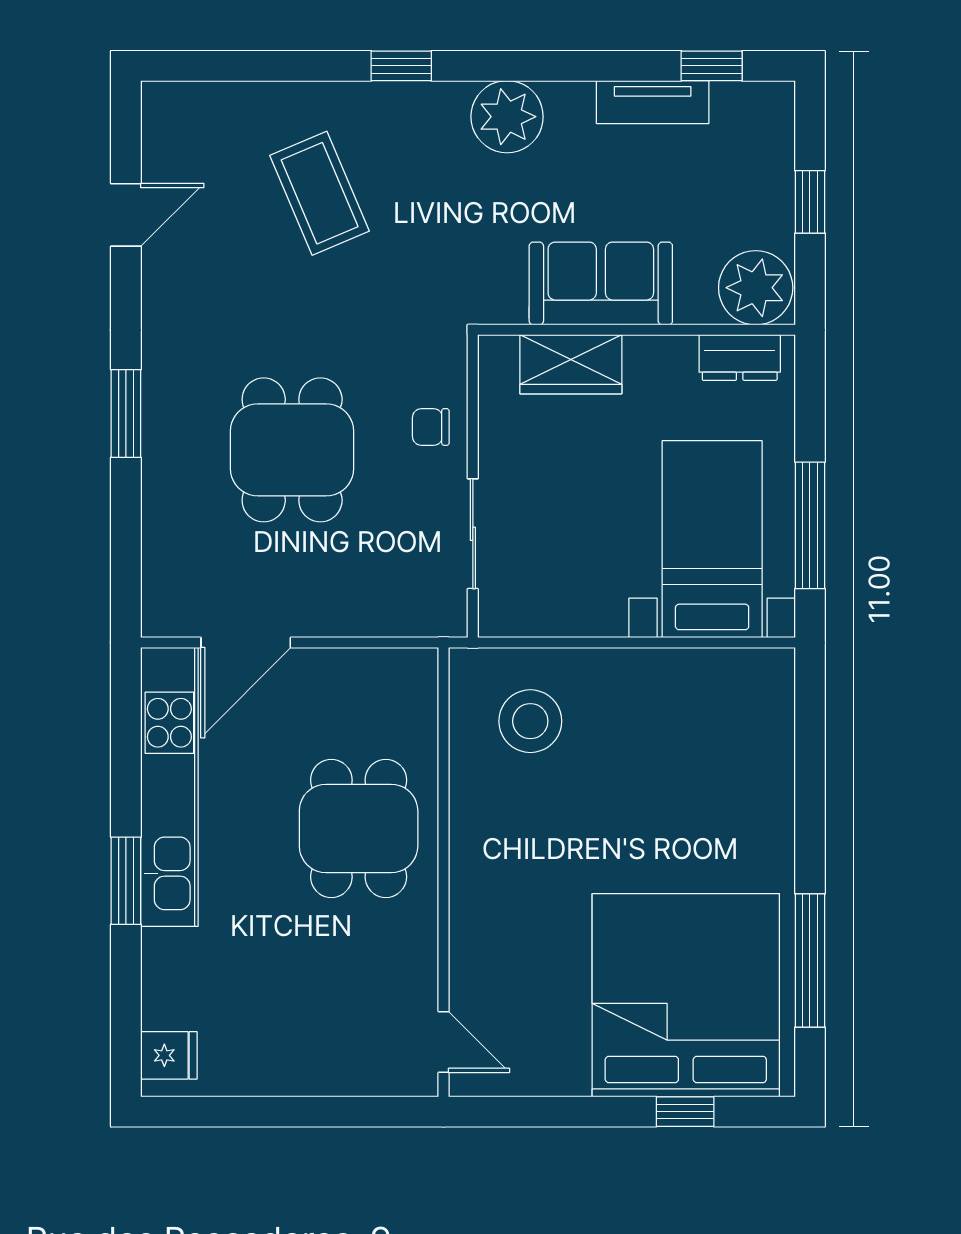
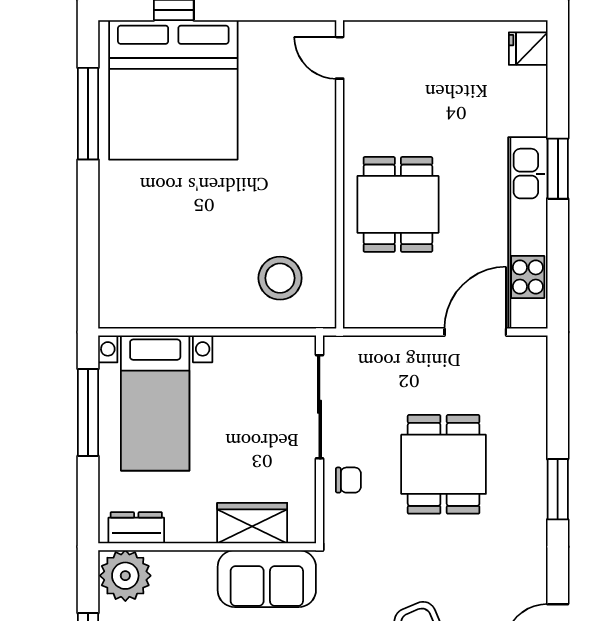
sofa: (601, 283) -> (267, 579), moved
sliding door: (473, 534) -> (319, 407), width x1.37

